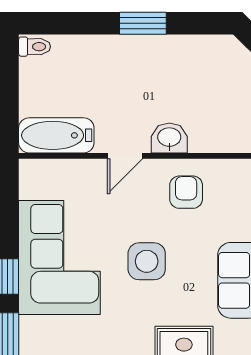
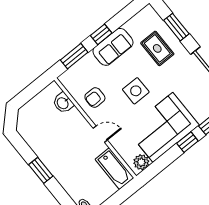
washbasin: (169, 138) -> (63, 103), moved
plant: (34, 183) -> (141, 162), added

